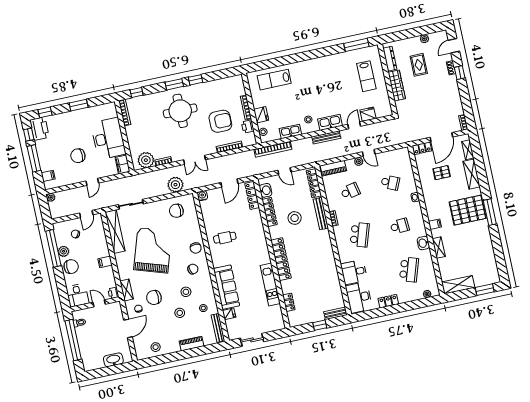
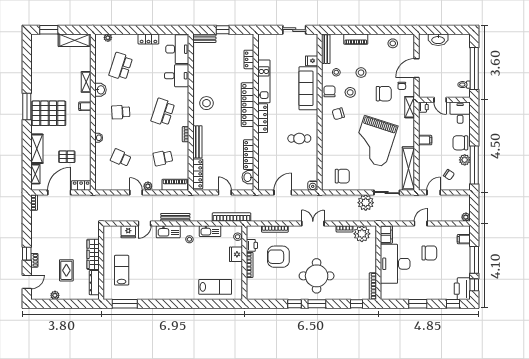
plant: (175, 185) -> (366, 203), moved
locker: (252, 195) -> (263, 118), moved
stool: (295, 218) -> (206, 103), moved
chair: (196, 248) -> (330, 91), moved

